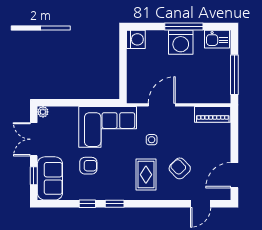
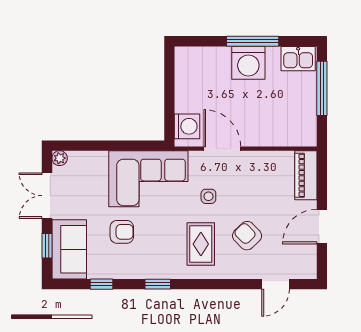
washing machine: (136, 39) -> (187, 126), moved
window: (234, 75) -> (322, 88), moved
door: (162, 105) -> (222, 149), hinge flipped
piano: (213, 114) -> (306, 175), moved, turned 90
door: (234, 175) -> (322, 227), moved
window: (87, 204) -> (101, 284), moved

